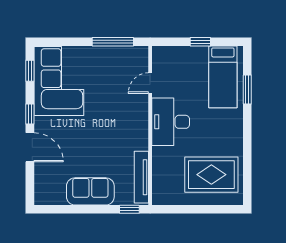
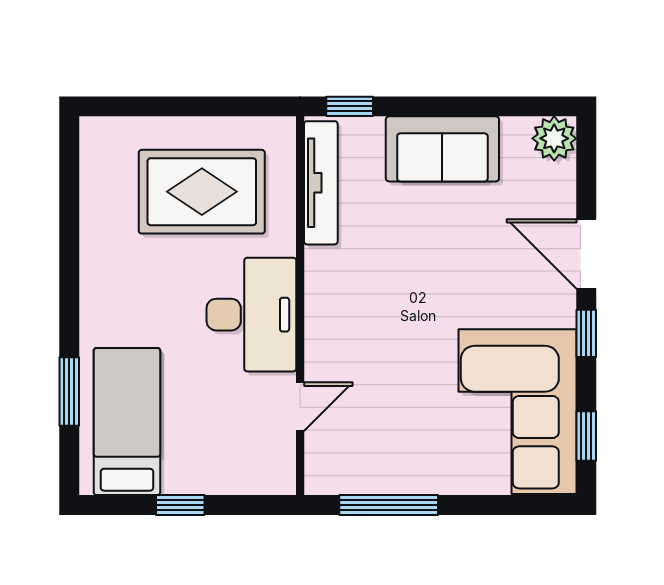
rug: (211, 175) -> (202, 192), moved
plant: (43, 196) -> (554, 138), added

